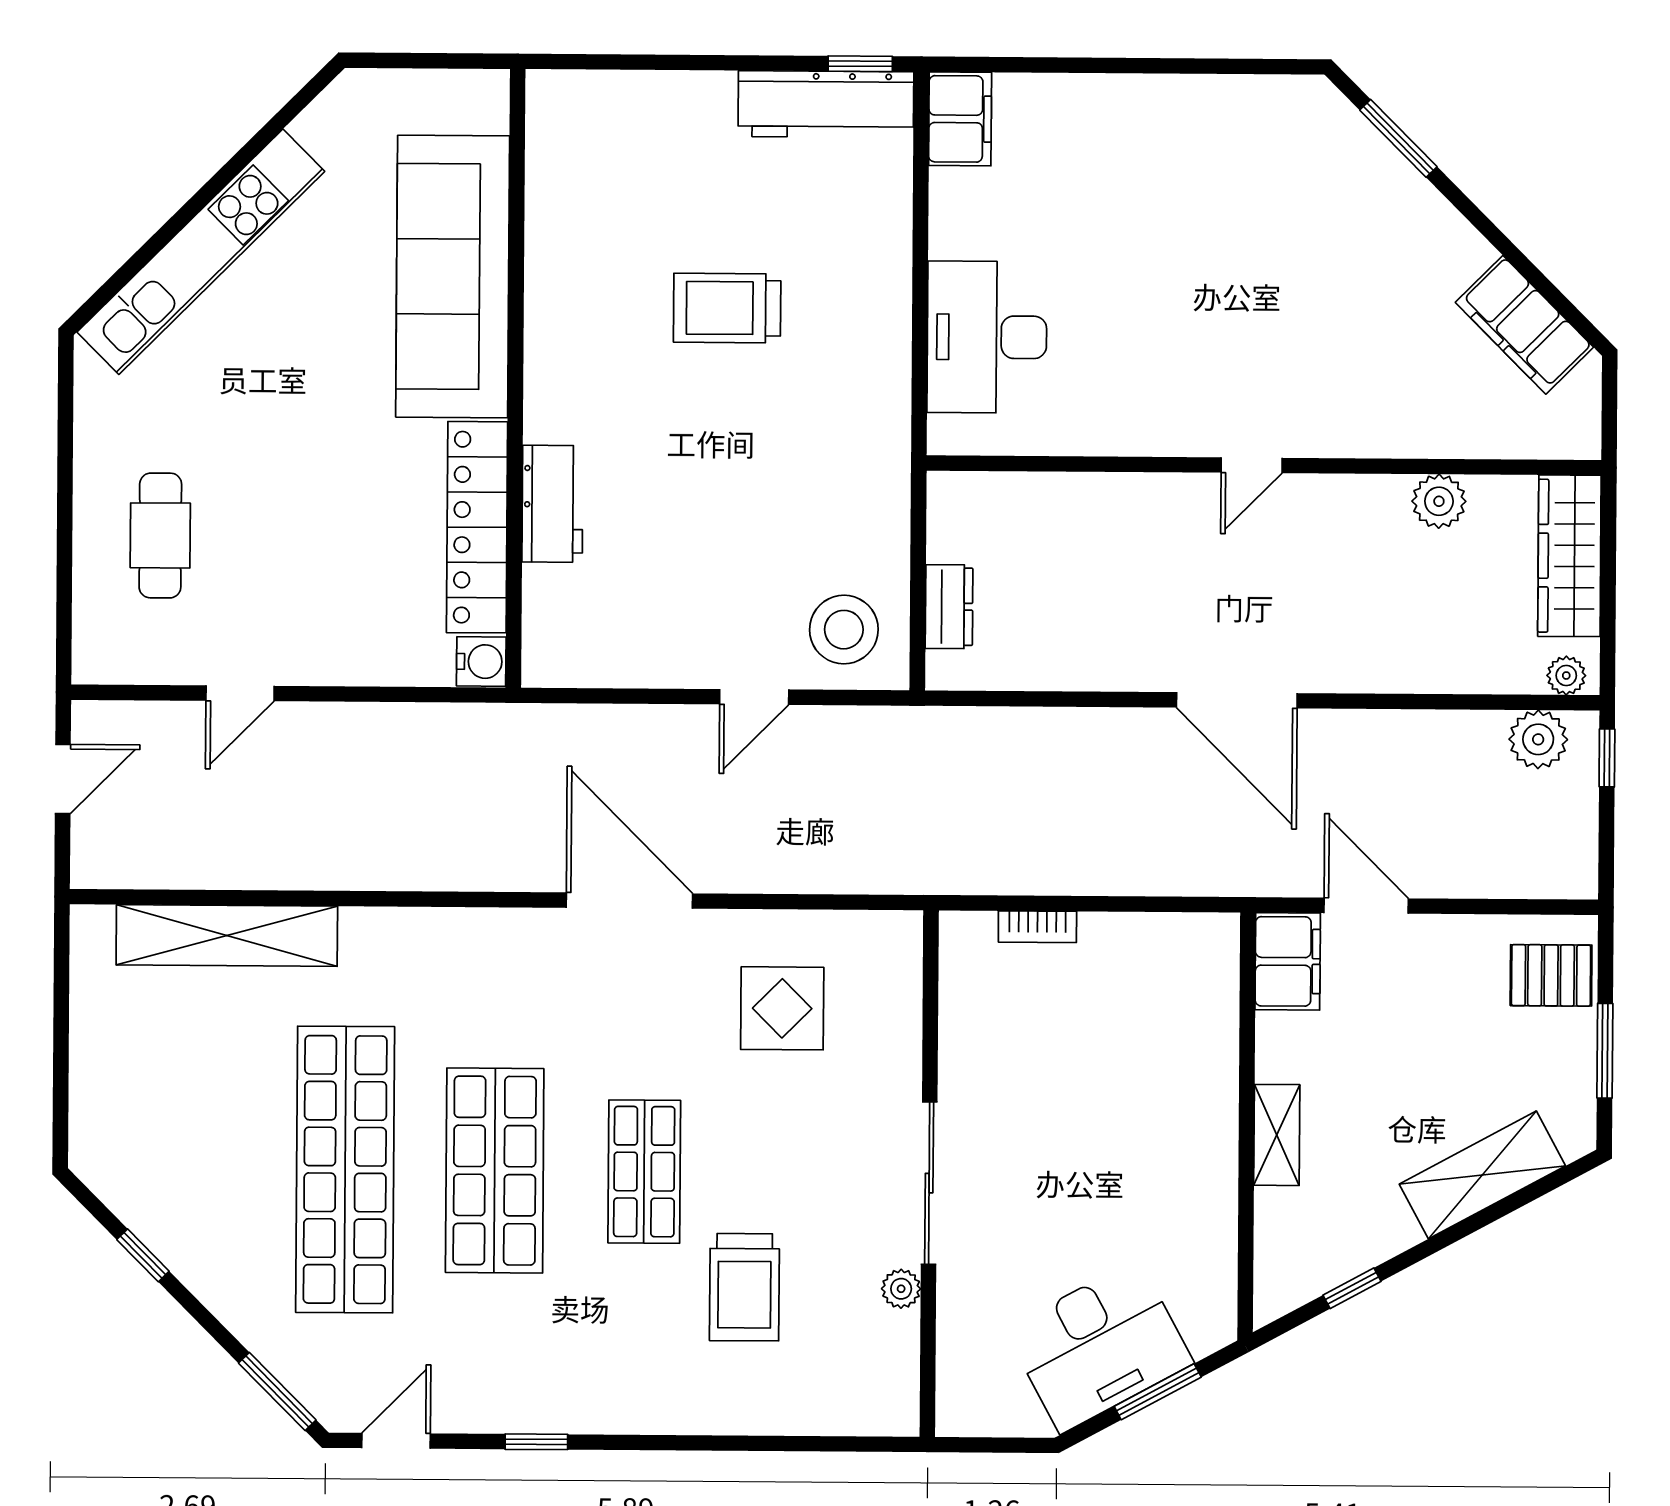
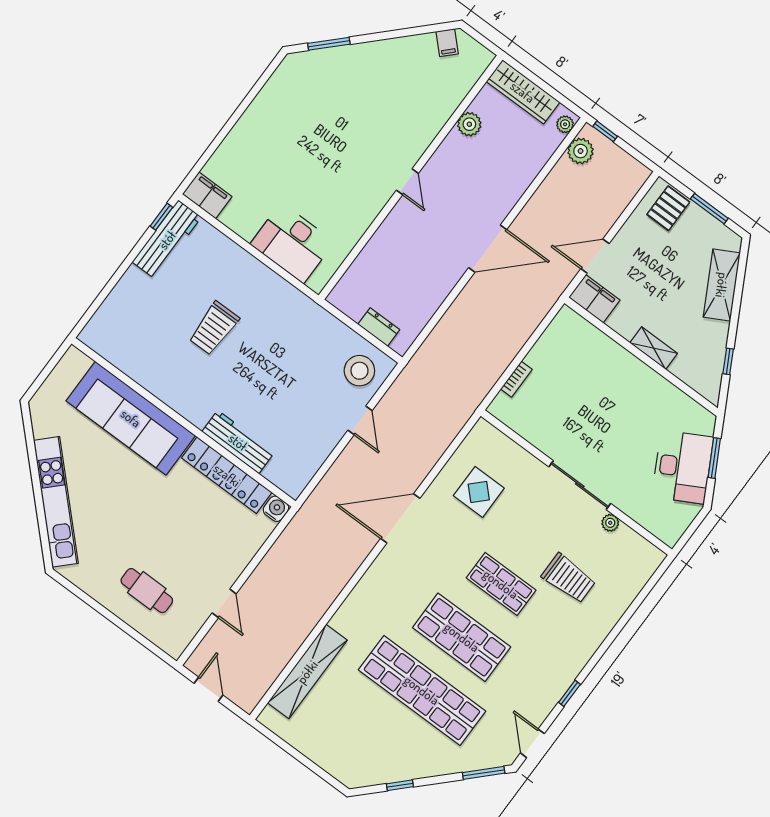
filing cabinet: (1524, 325) -> (447, 43), width x0.33, depth x0.86
workbench: (552, 504) -> (238, 442), width x1.37

